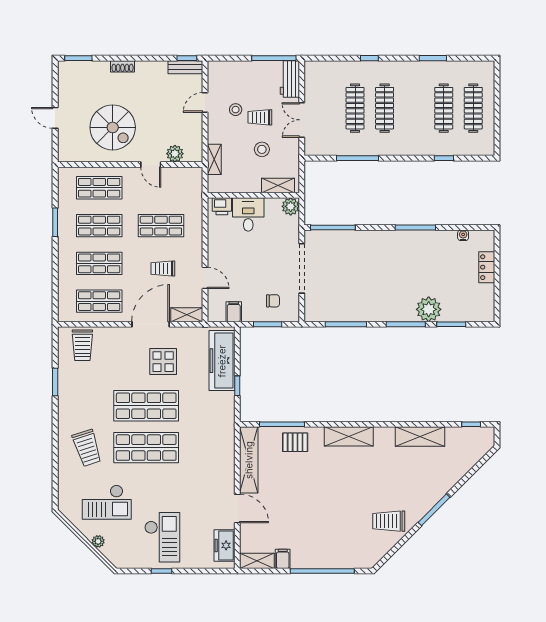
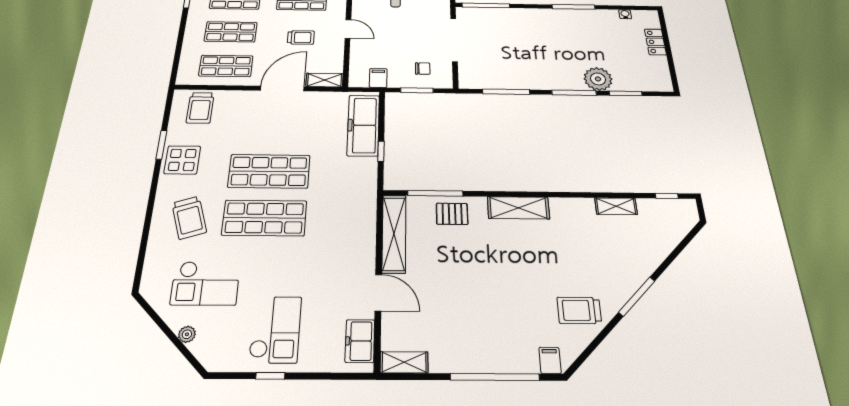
trolley: (163, 268) -> (301, 37), turned 180
door: (205, 278) -> (348, 29), moved
display table: (163, 362) -> (182, 160), moved
shelving: (420, 437) -> (616, 206), width x0.67, depth x0.75
filing cabinet: (283, 559) -> (550, 360), moved

